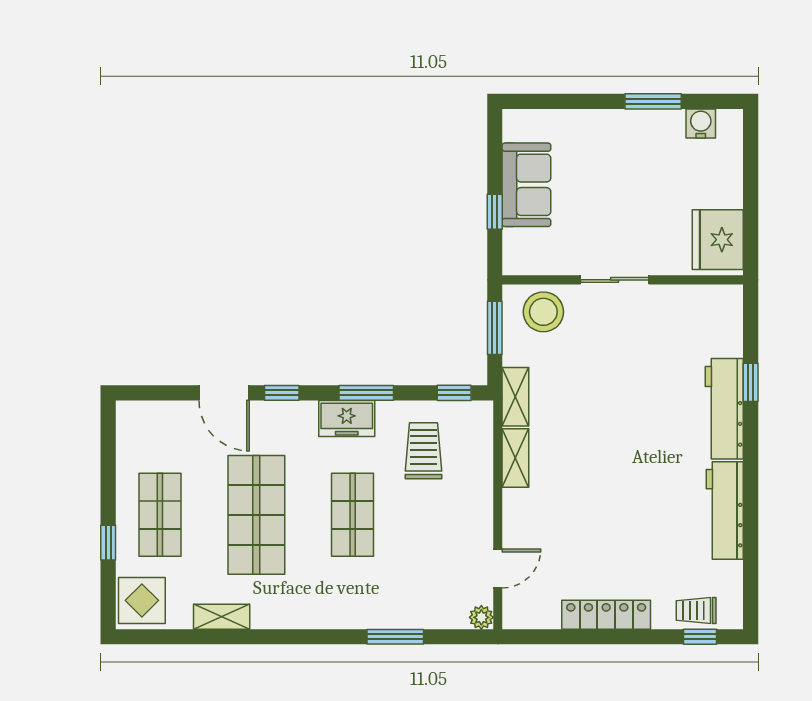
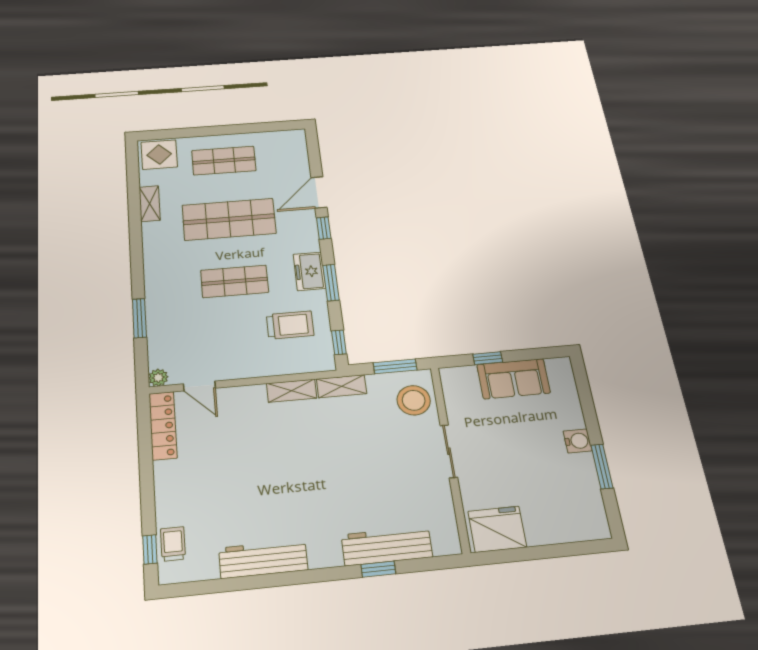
water cooler: (701, 123) -> (577, 441), moved
workbench: (724, 409) -> (387, 546), moved
window: (108, 543) -> (201, 132), removed
locker: (606, 615) -> (163, 426), moved

